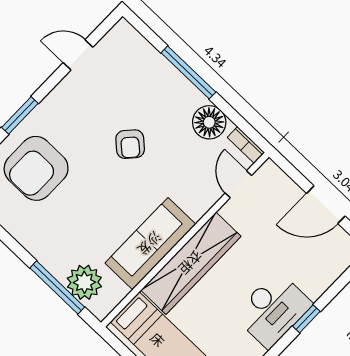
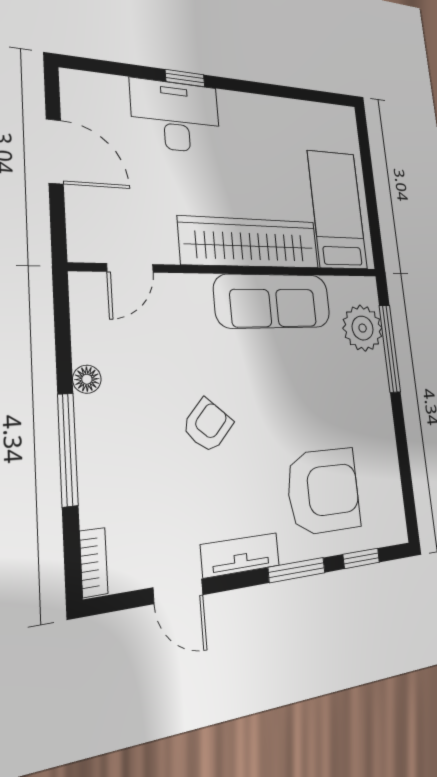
tv unit: (59, 97) -> (240, 555), added
floor lamp: (209, 122) -> (87, 379), width x0.53, depth x0.53
bookcase: (246, 145) -> (94, 562), moved
desk: (273, 310) -> (176, 116), moved

